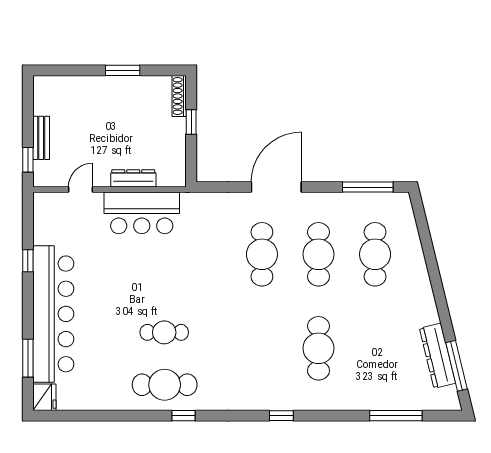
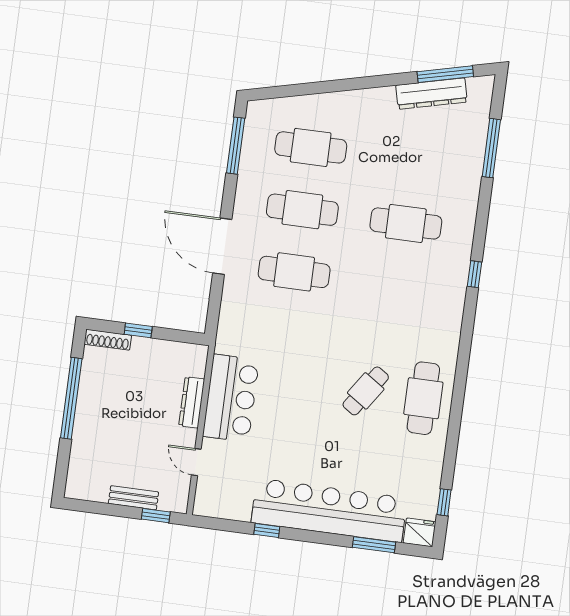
window: (123, 70) -> (71, 398), width x2.11
cafe table: (164, 332) -> (366, 391), turned 34
window: (183, 416) -> (444, 502), moved

